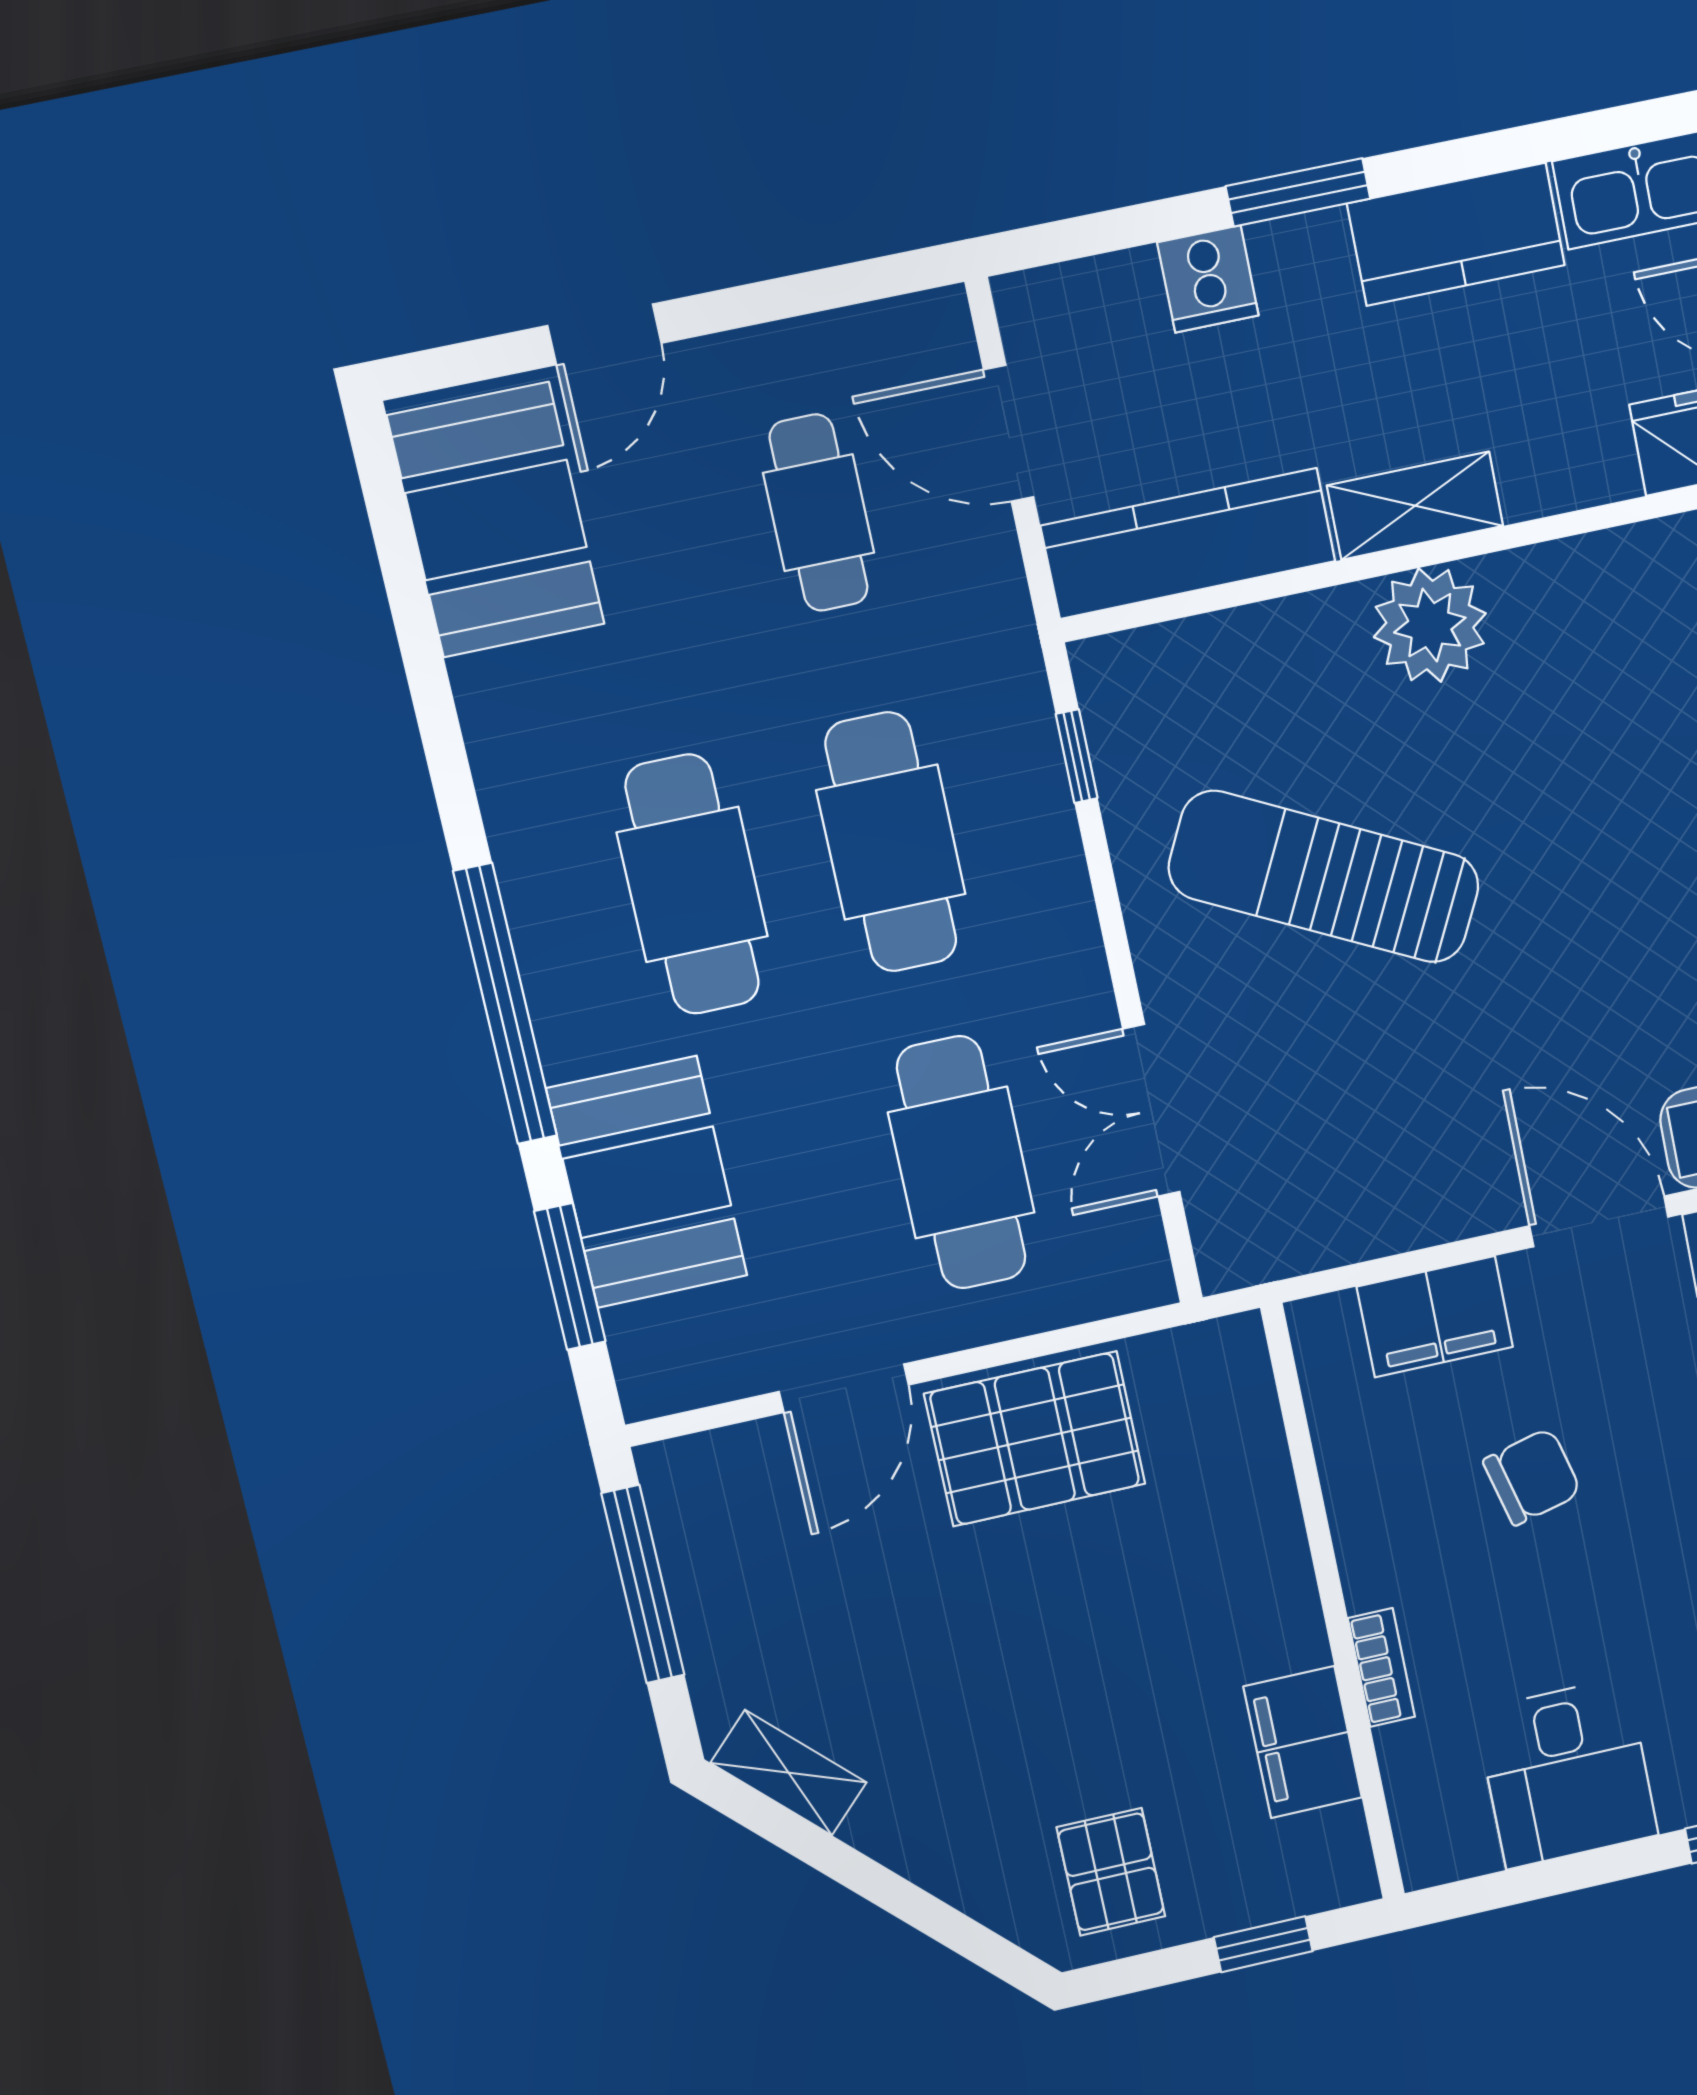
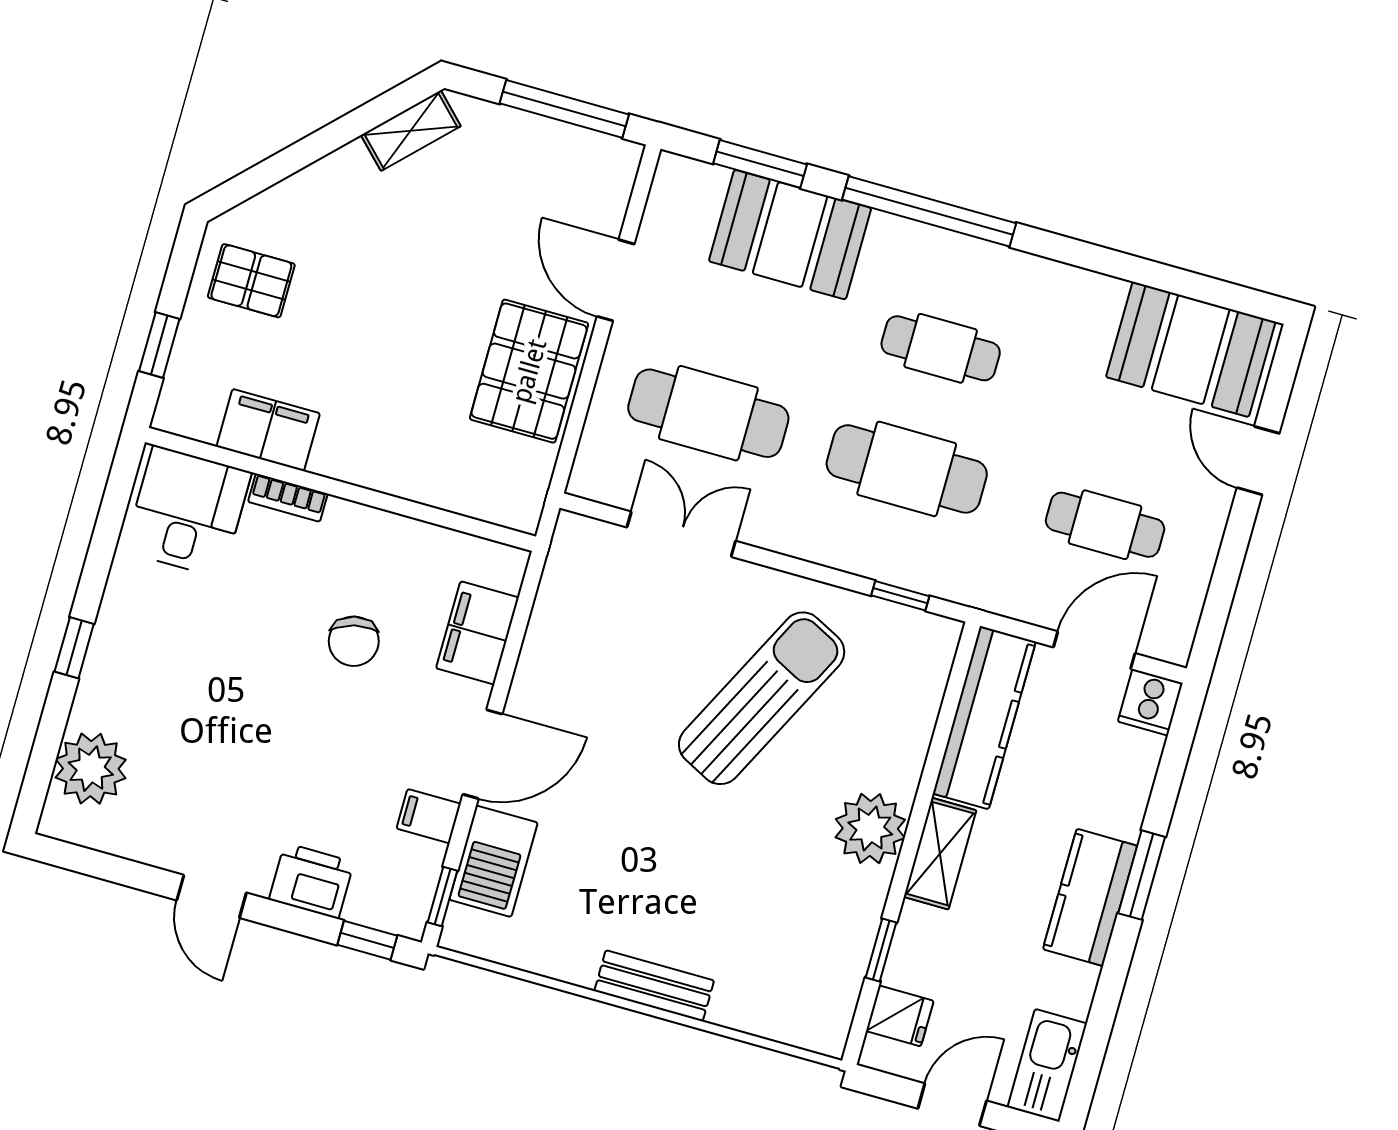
kitchen counter: (1456, 234) -> (1090, 897), moved
cooker: (1208, 279) -> (1150, 702), moved, turned -90
window: (1595, 519) -> (881, 950), added
cafe table: (692, 884) -> (941, 348), width x0.73, depth x0.74
desk: (1567, 1773) -> (188, 512), moved, turned 90

